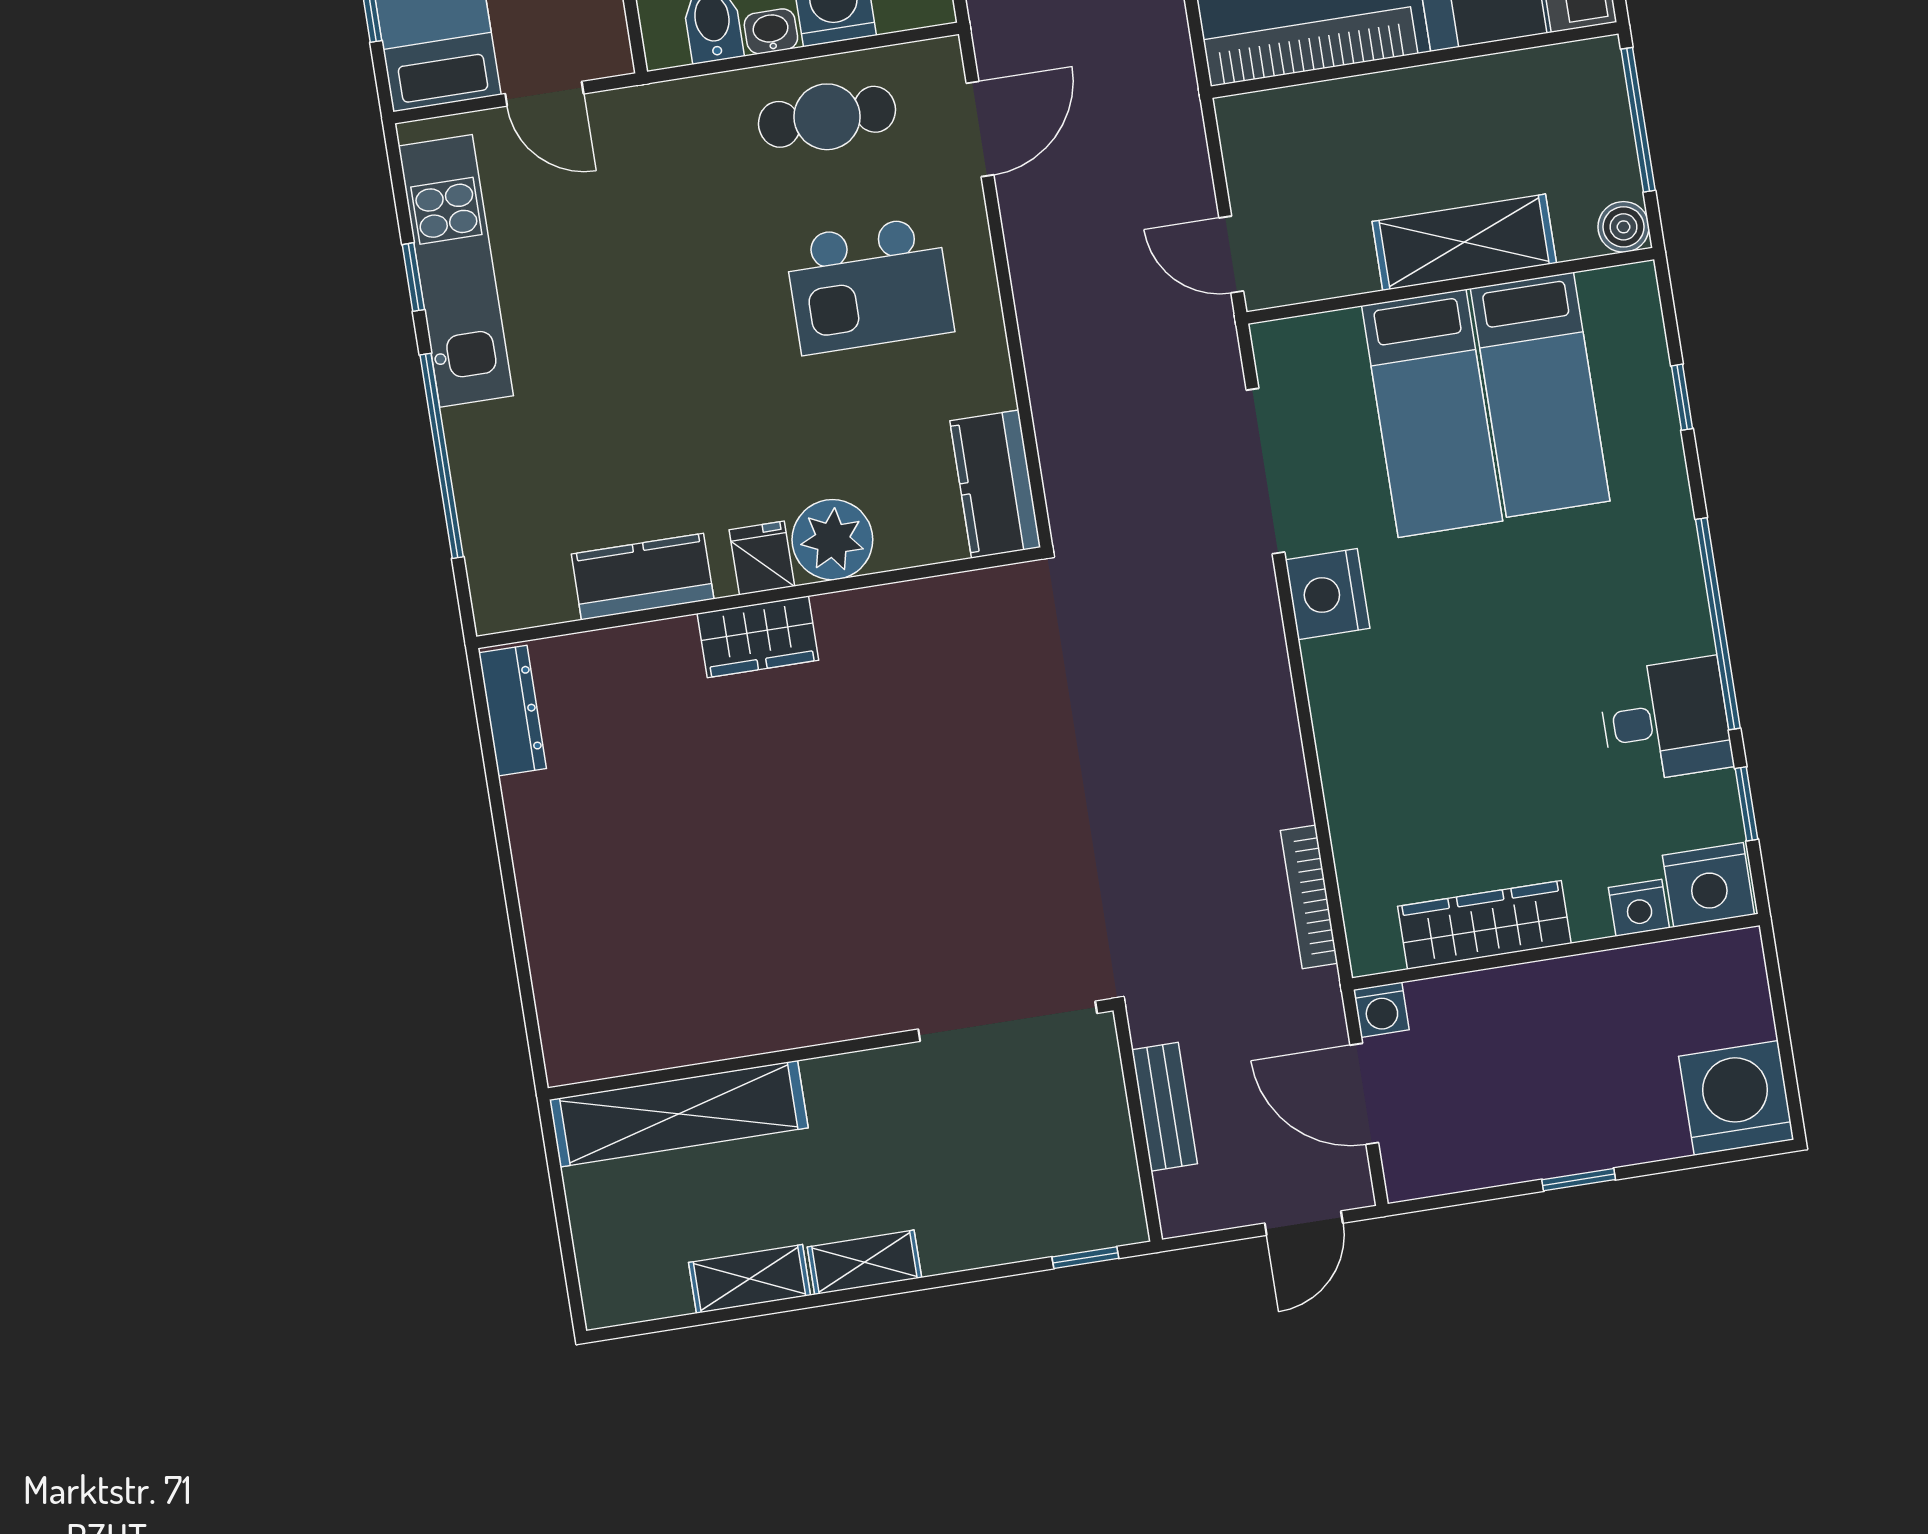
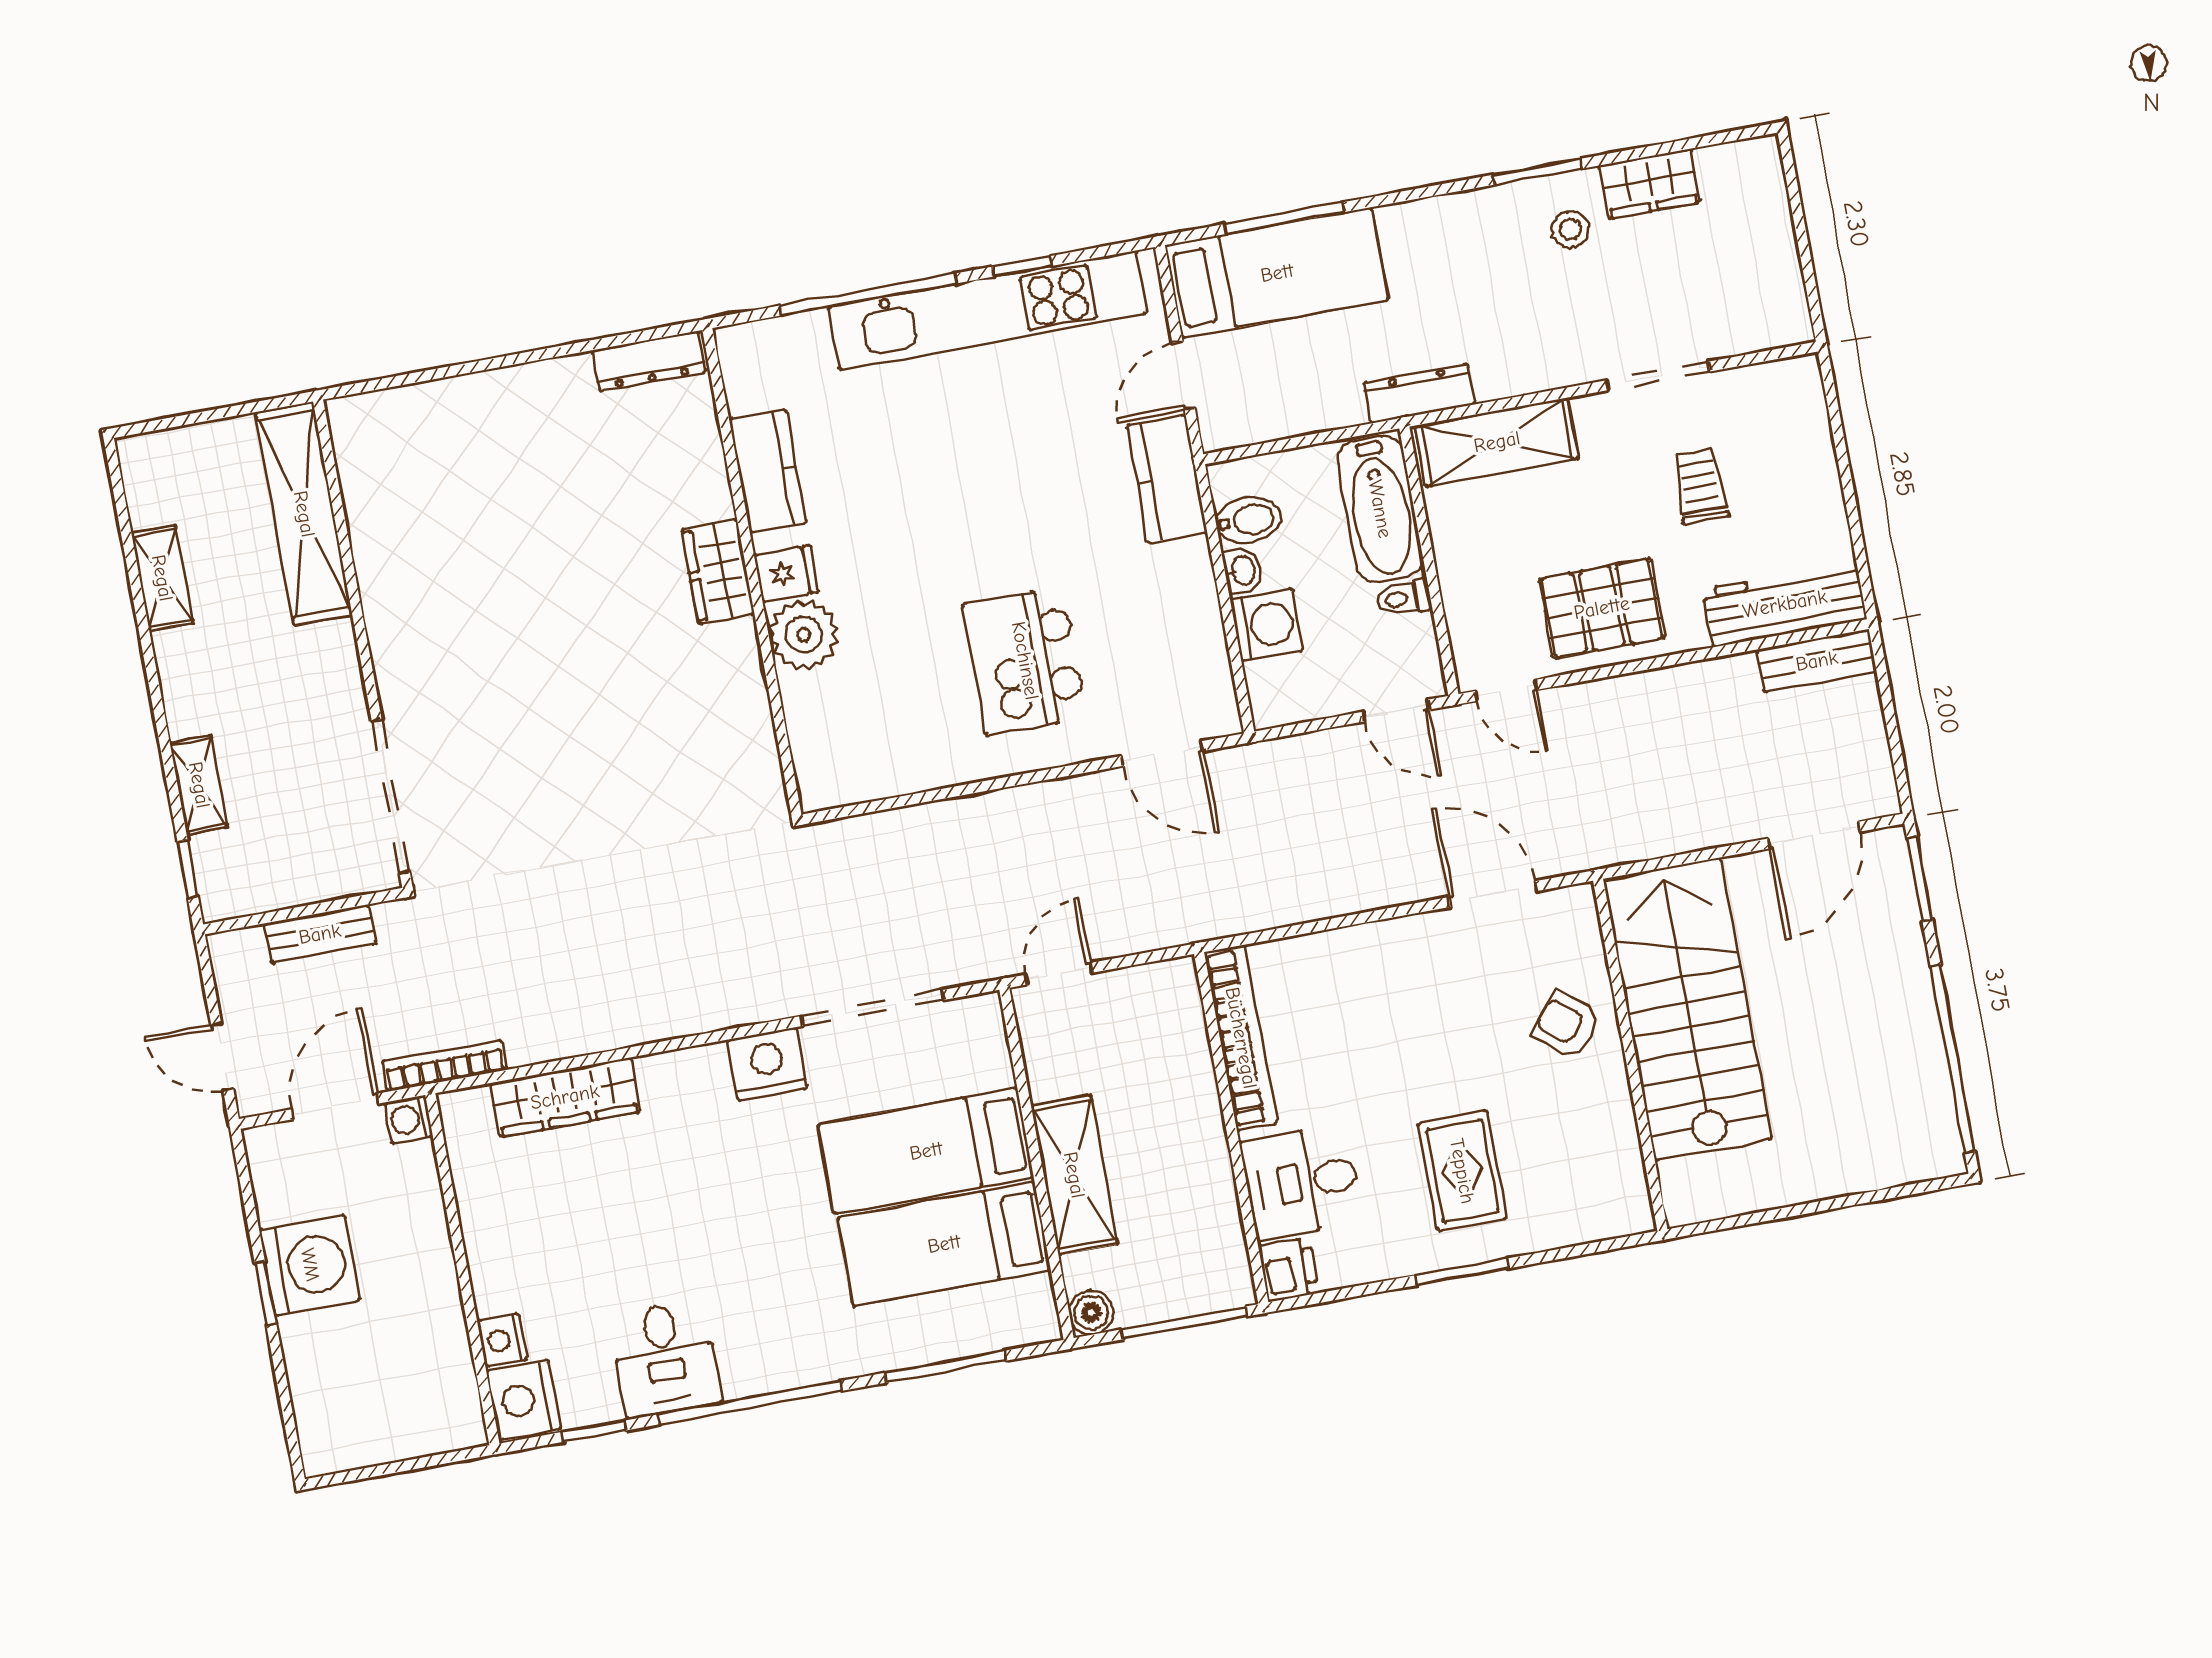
cafe table: (827, 117) -> (1170, 621), removed
kitchen unit: (456, 271) -> (987, 310), width x1.36
window: (1682, 397) -> (945, 1367), width x2.17
kitchen counter: (995, 484) -> (1167, 479), moved, turned -90
bookcase: (1309, 897) -> (445, 1066), moved
wardrobe: (1484, 925) -> (565, 1097), moved, turned 90
washing machine: (1736, 1098) -> (310, 1265), moved
shelving: (864, 1262) -> (199, 785), moved

